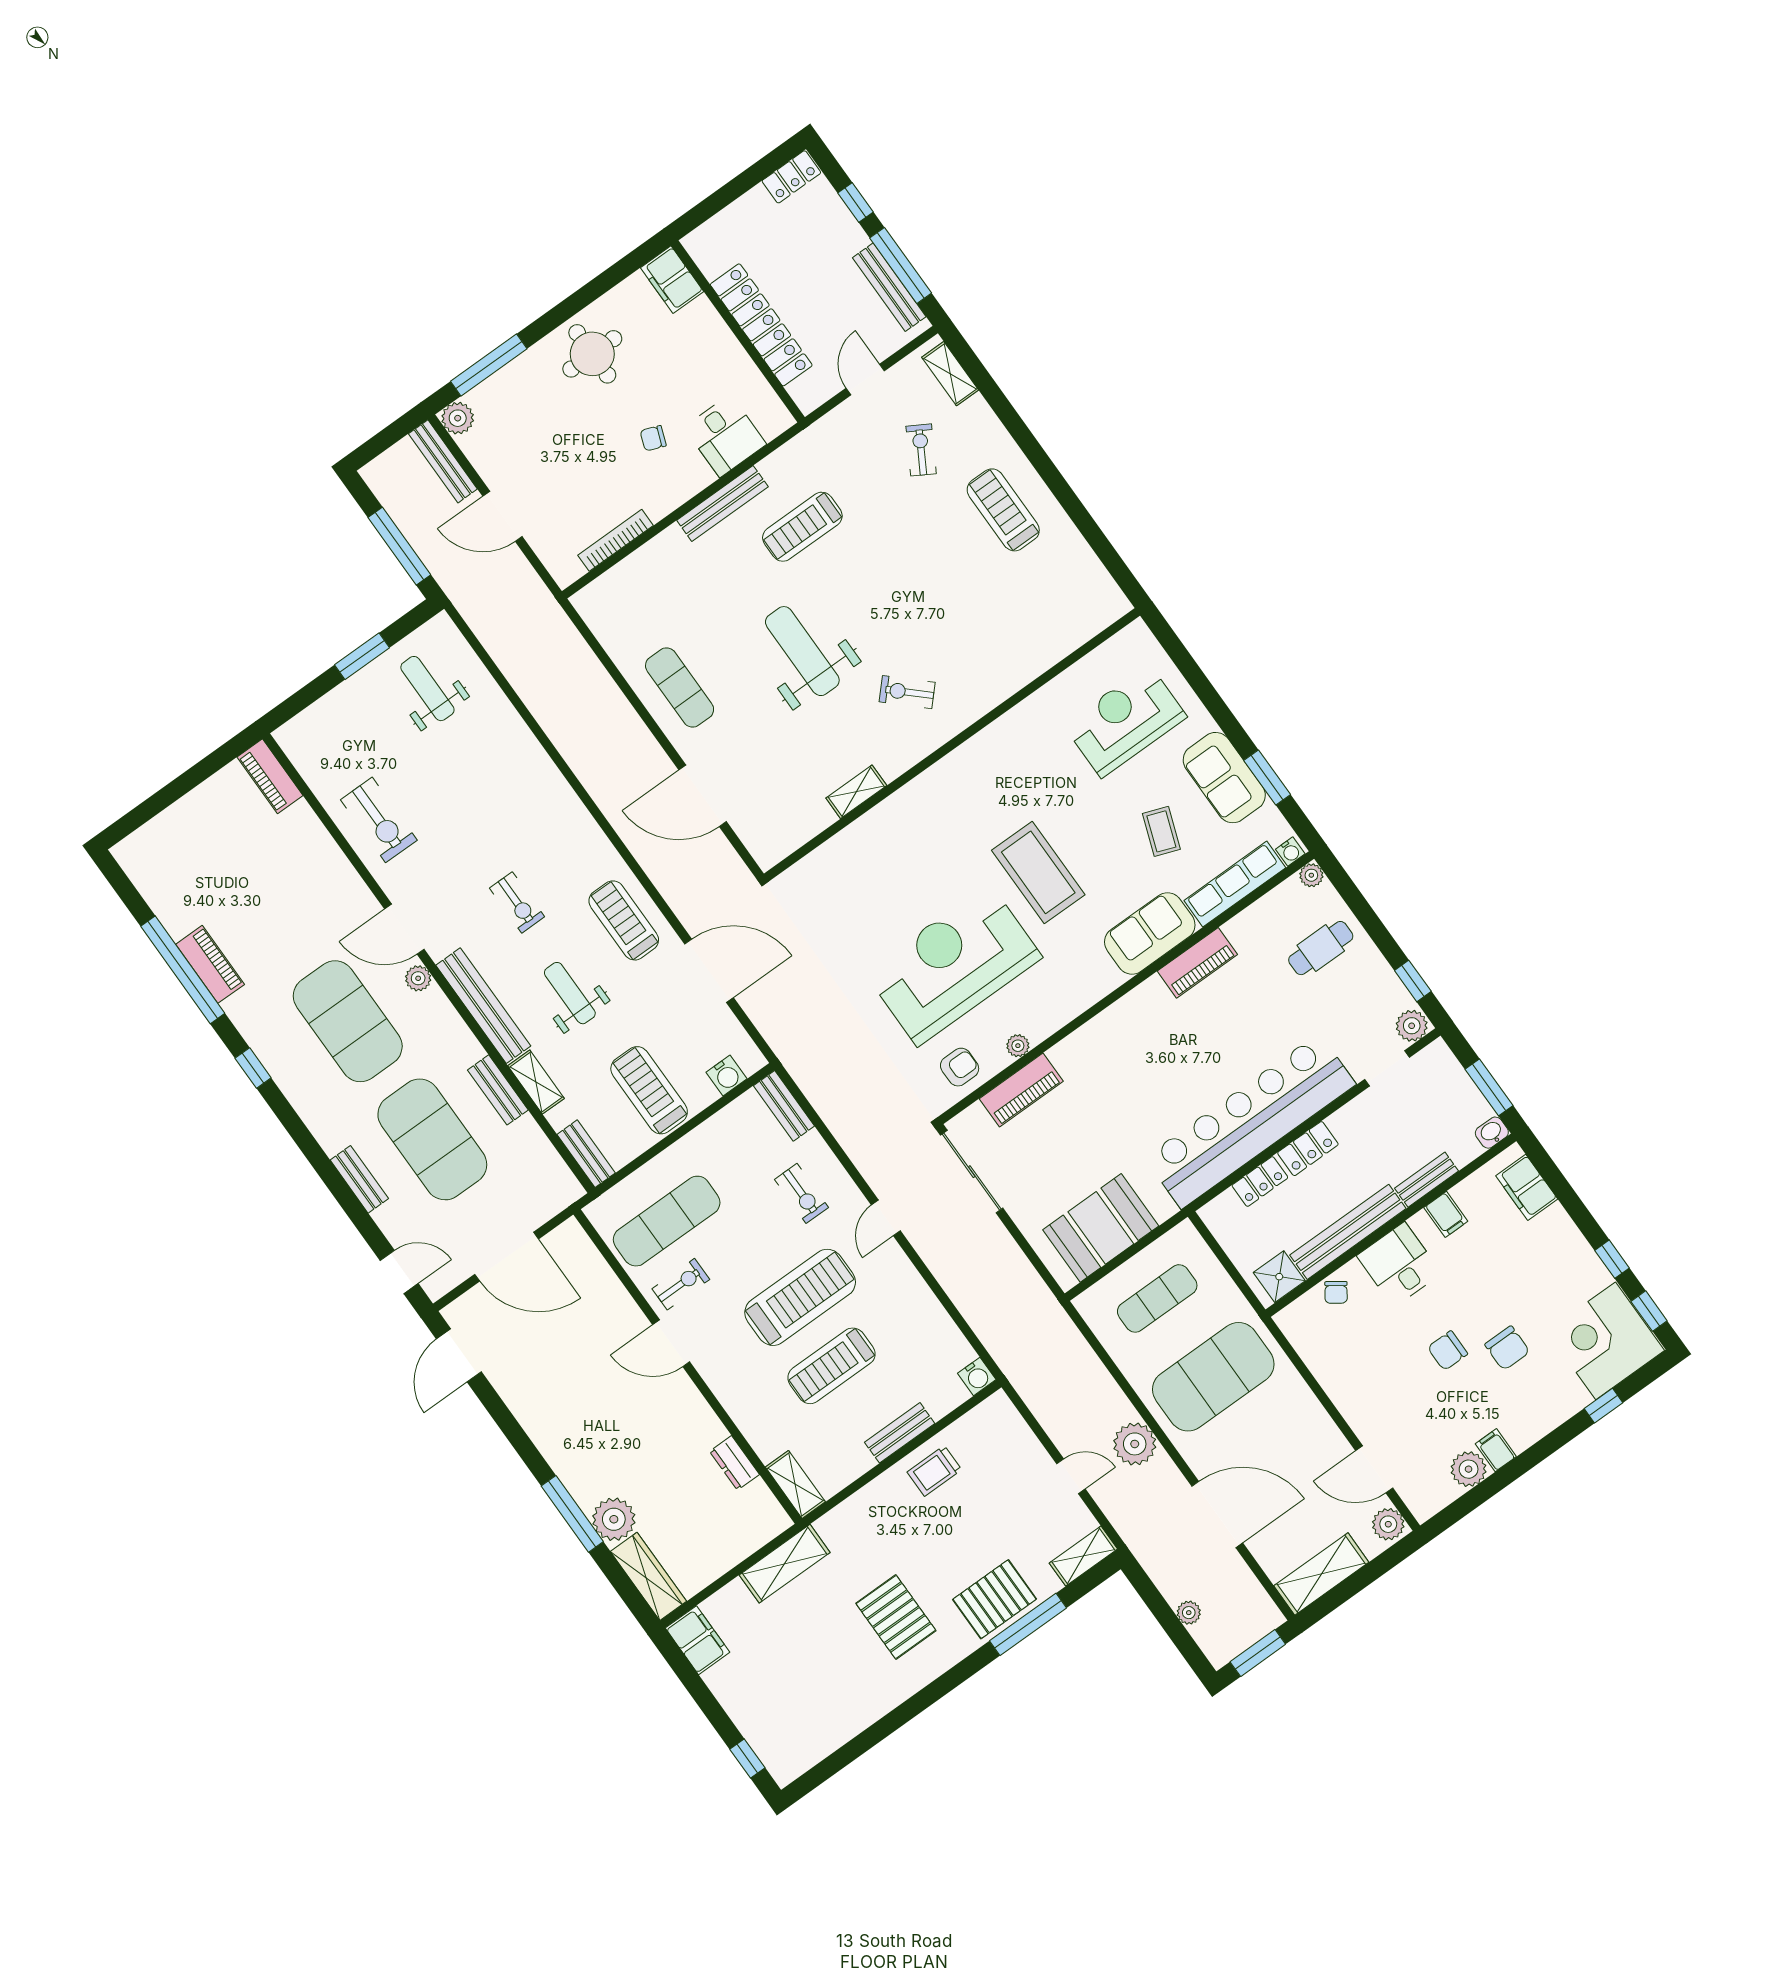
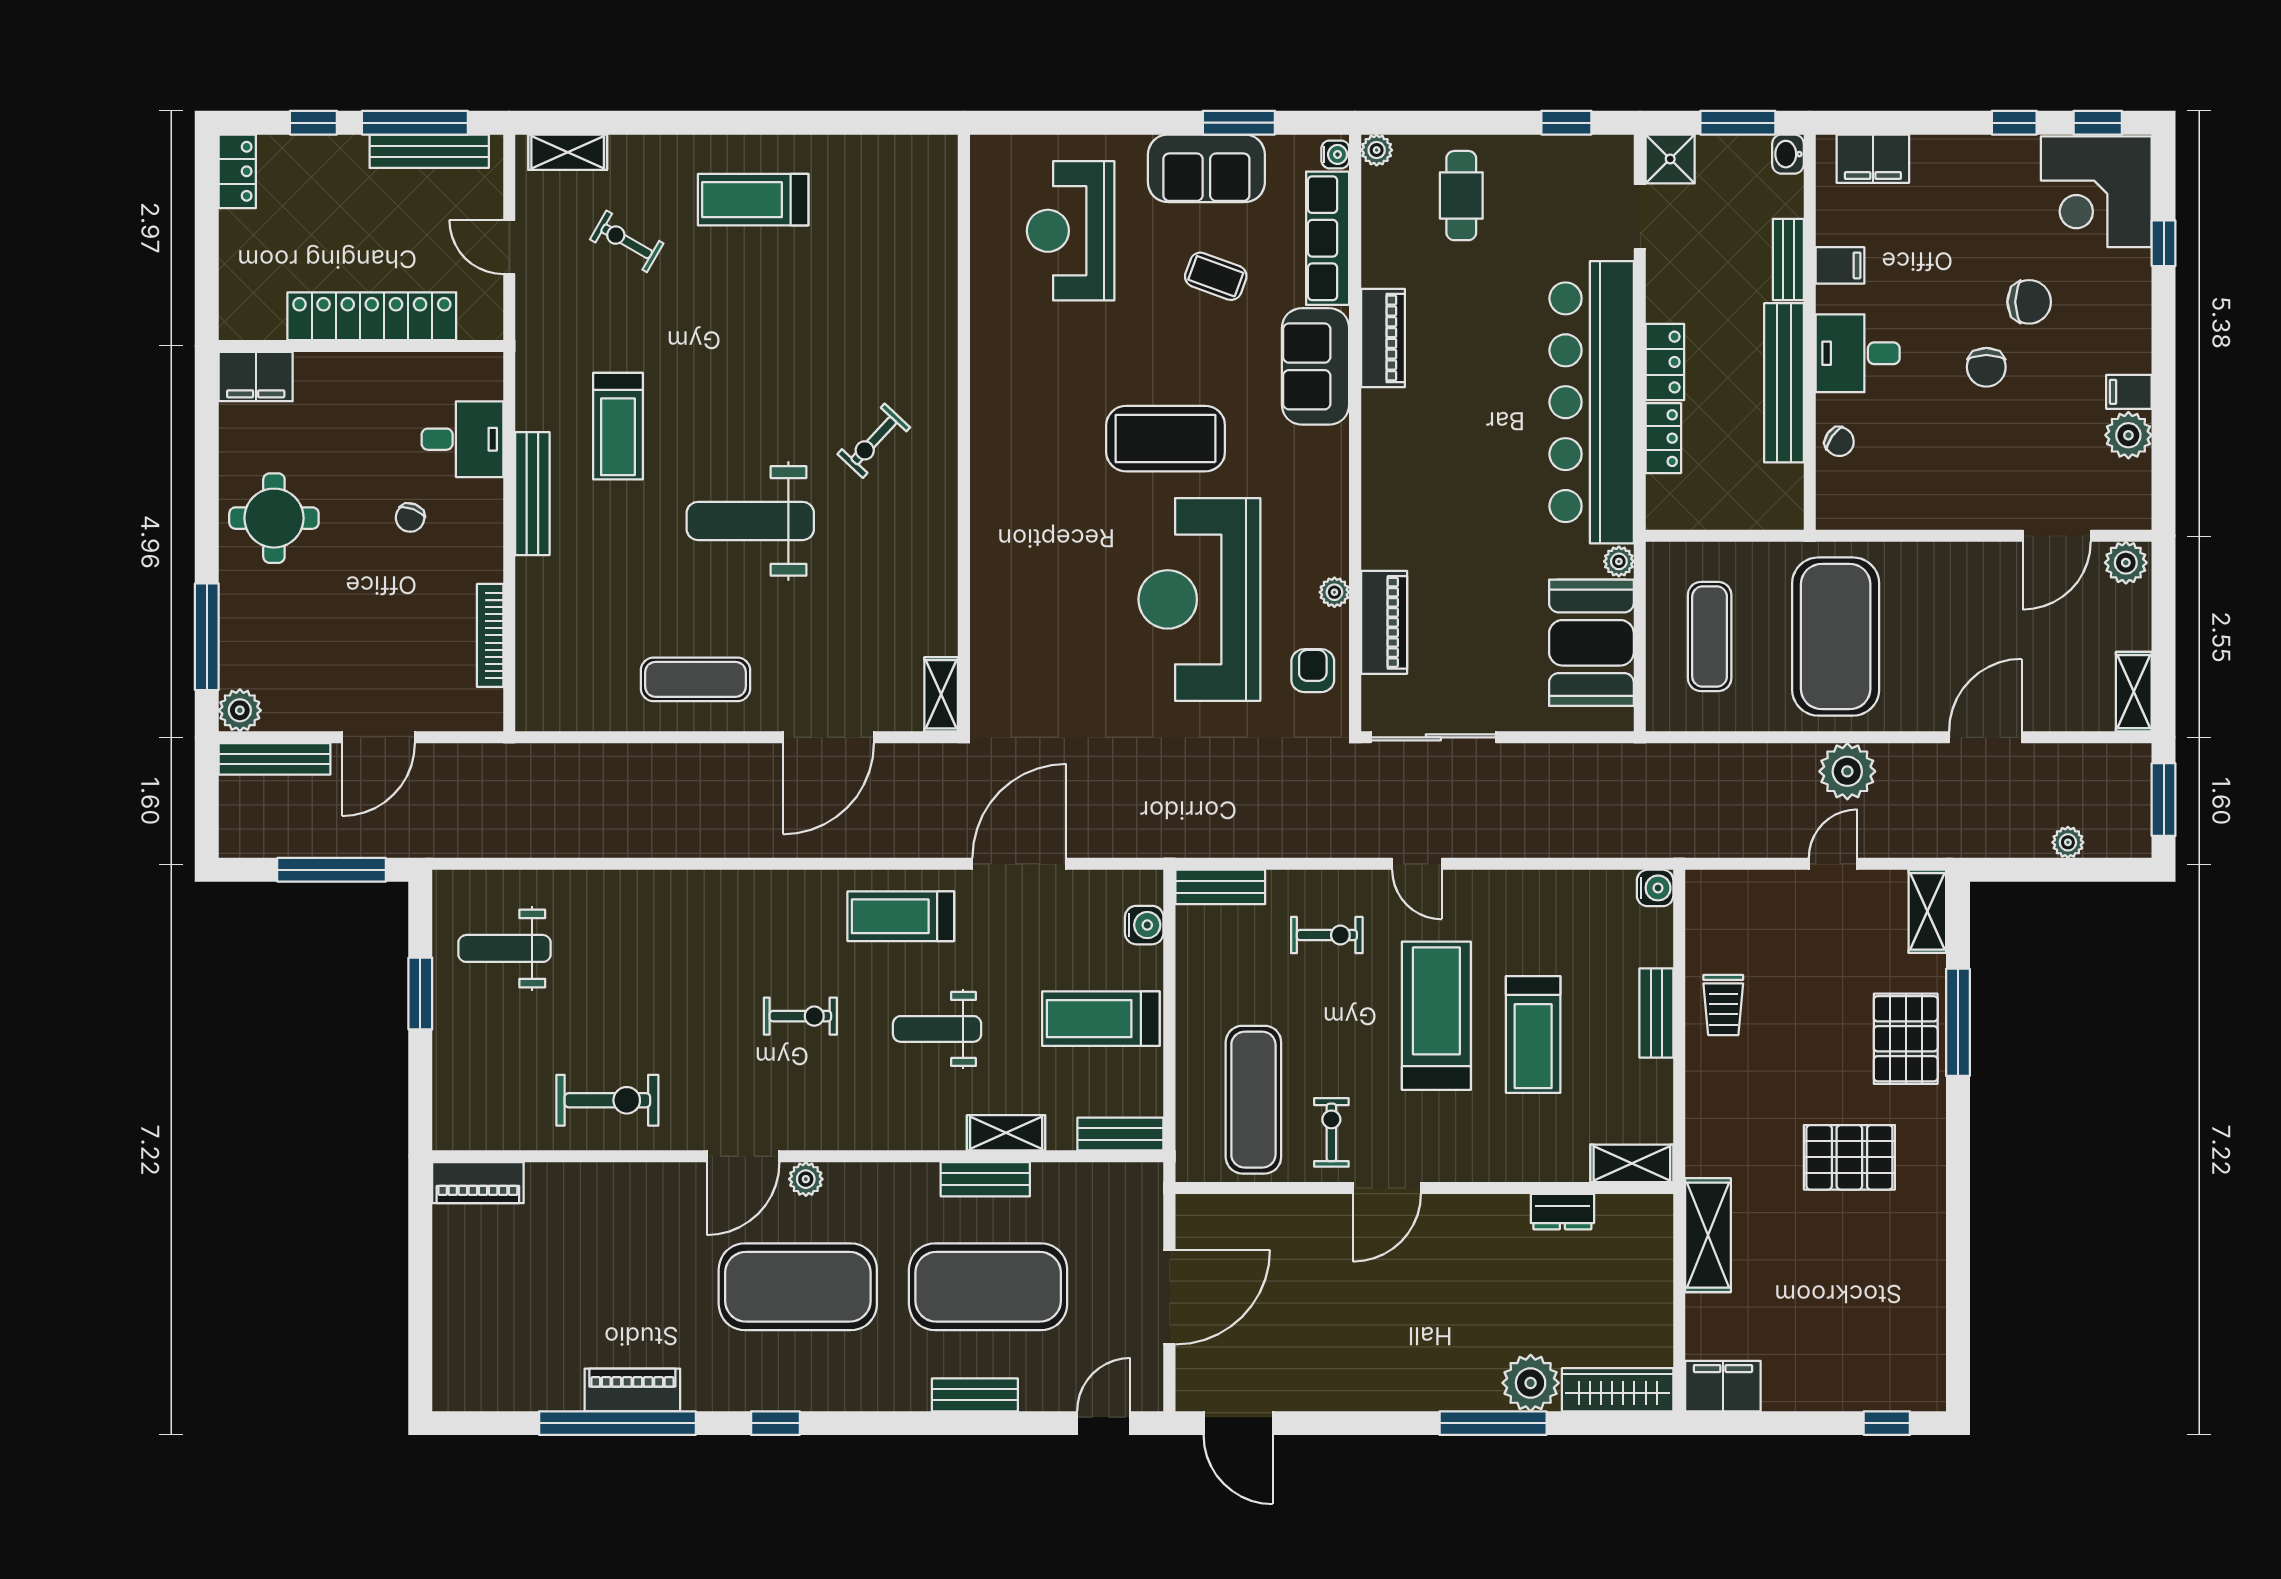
shelving: (856, 792) -> (941, 694), moved
bench: (483, 1006) -> (884, 1131), removed
plant: (1412, 1026) -> (1619, 561), moved, width x0.73, depth x0.73
shower: (1279, 1277) -> (1670, 159), moved
door: (1217, 1515) -> (1985, 737), width x0.73
shelving: (1321, 1574) -> (2134, 692), width x0.67, depth x0.75

